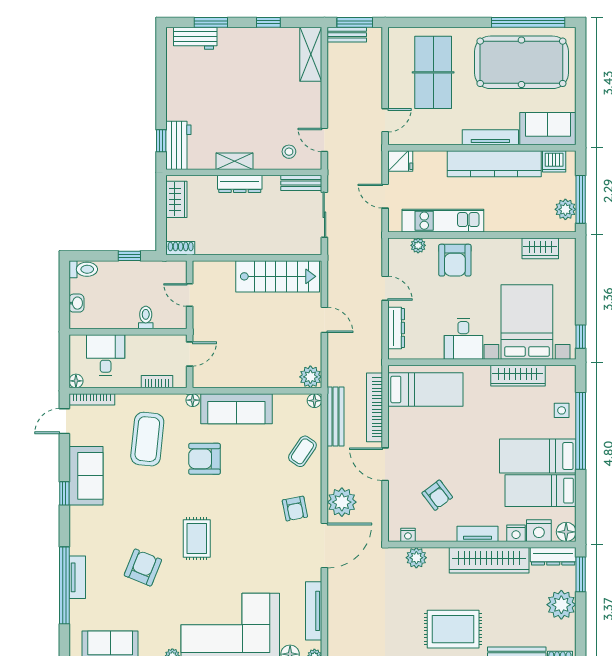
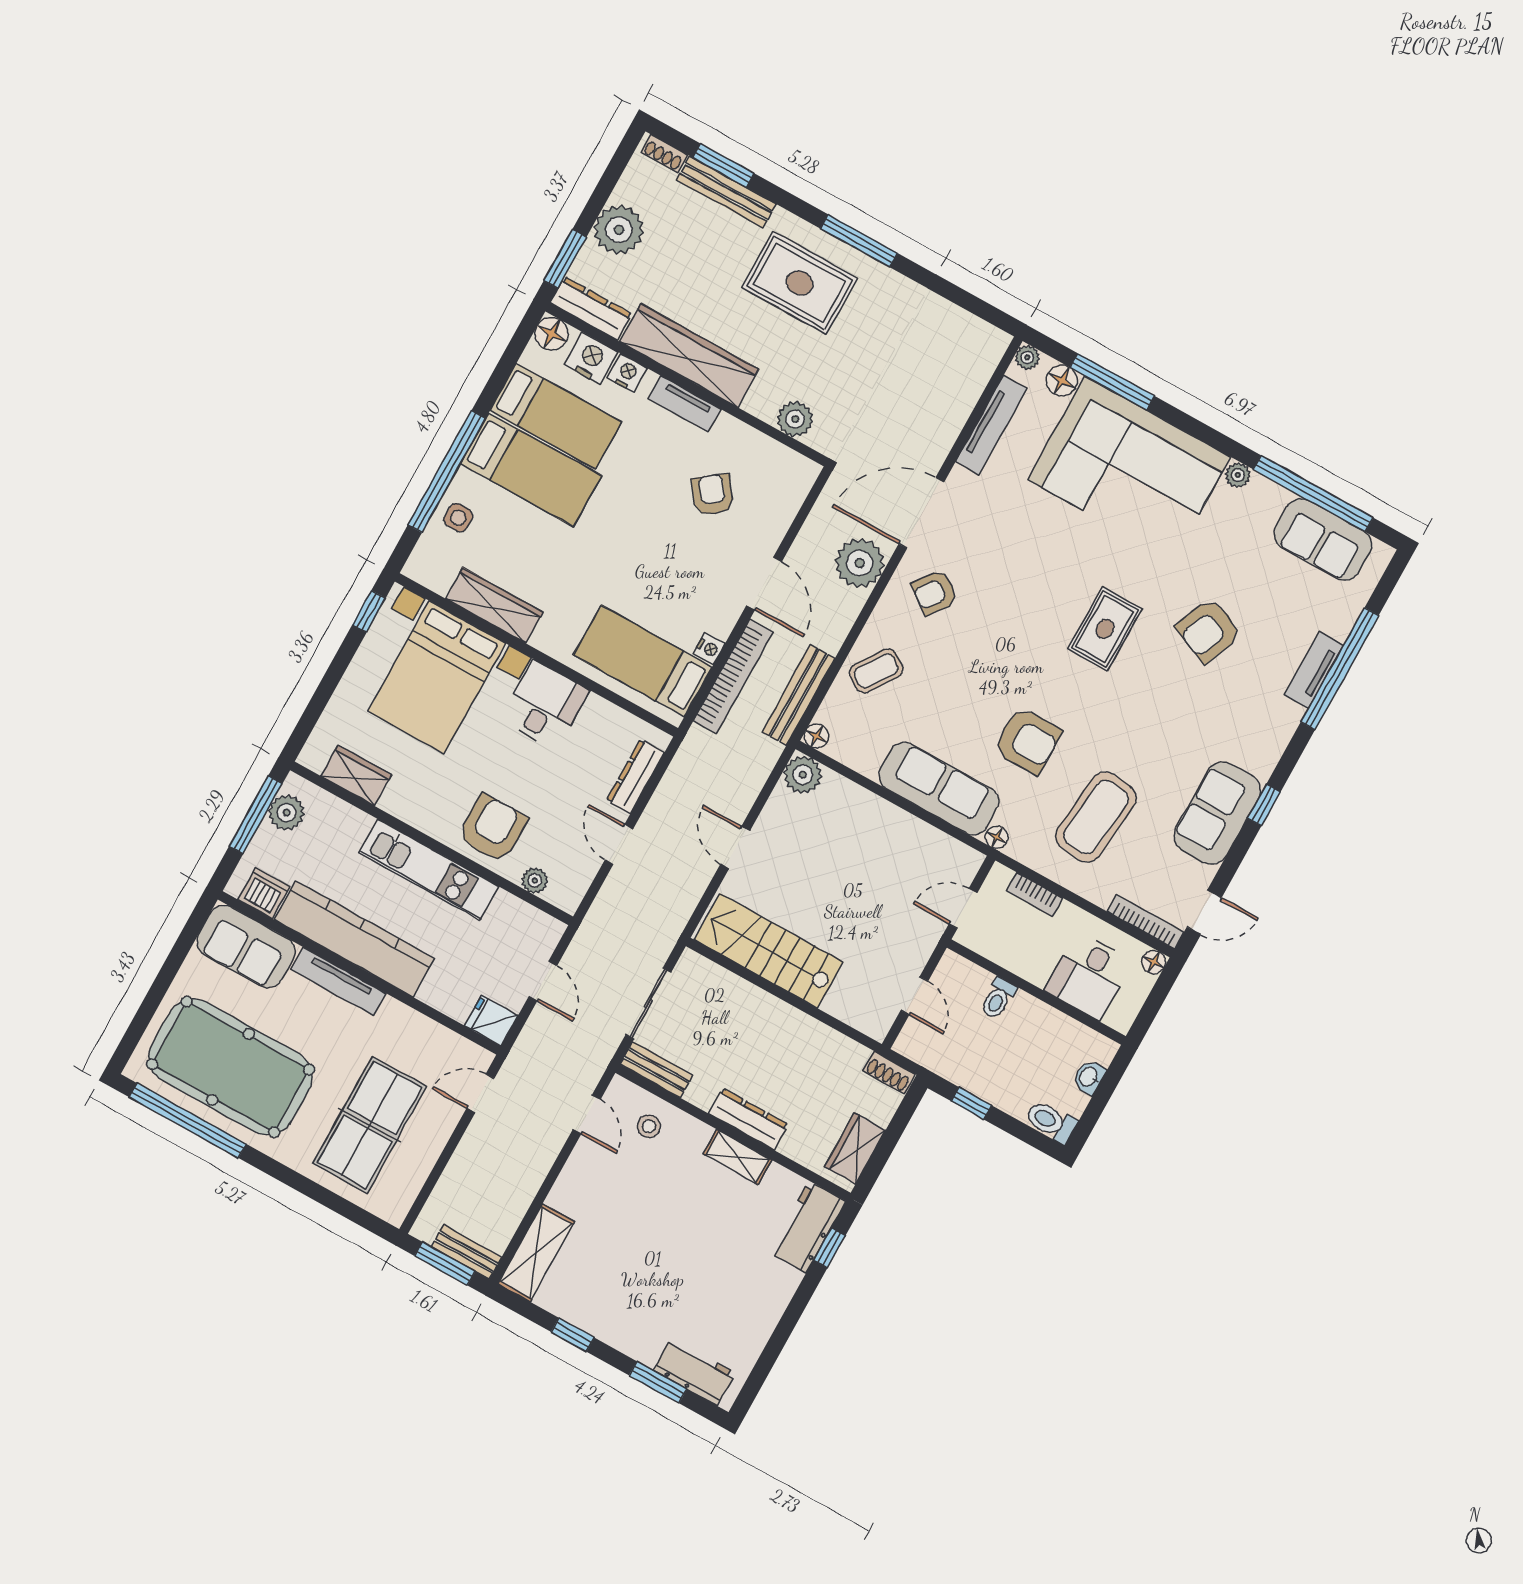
kitchen unit: (443, 221) -> (429, 870), moved
armchair: (295, 509) -> (935, 592), turned -132
nightstand: (408, 535) -> (709, 648), moved, turned 90

